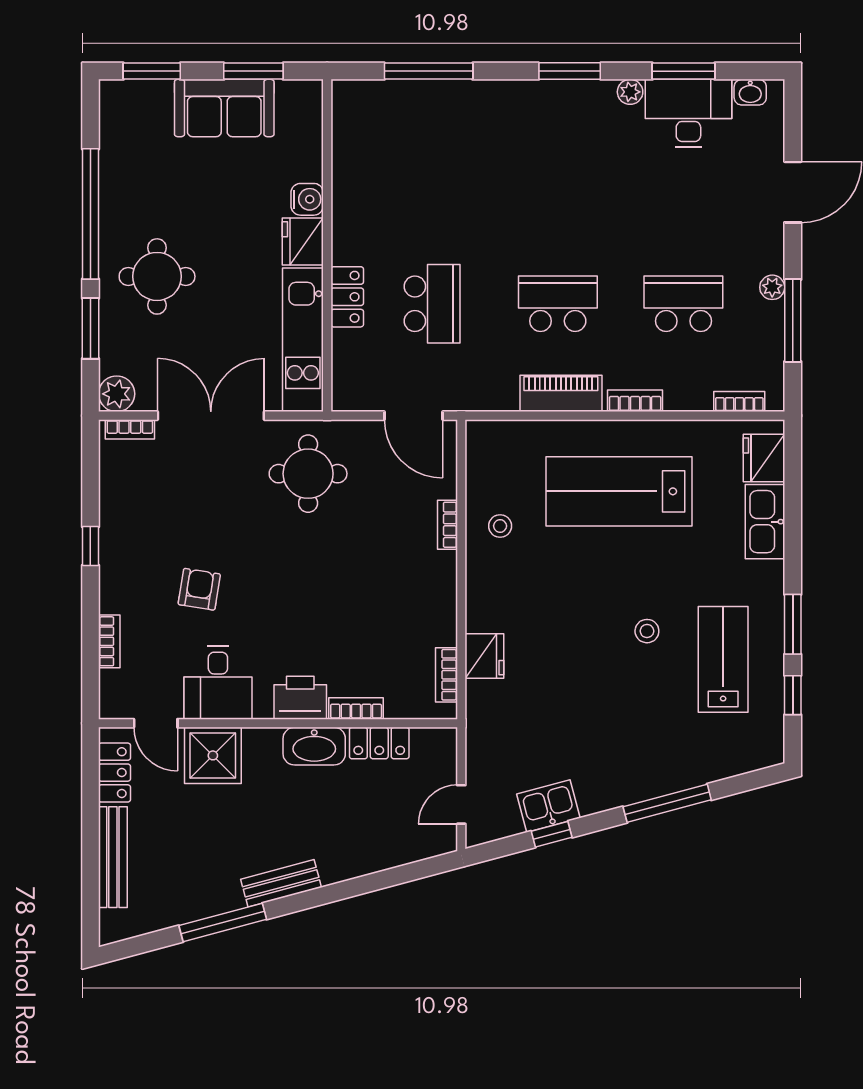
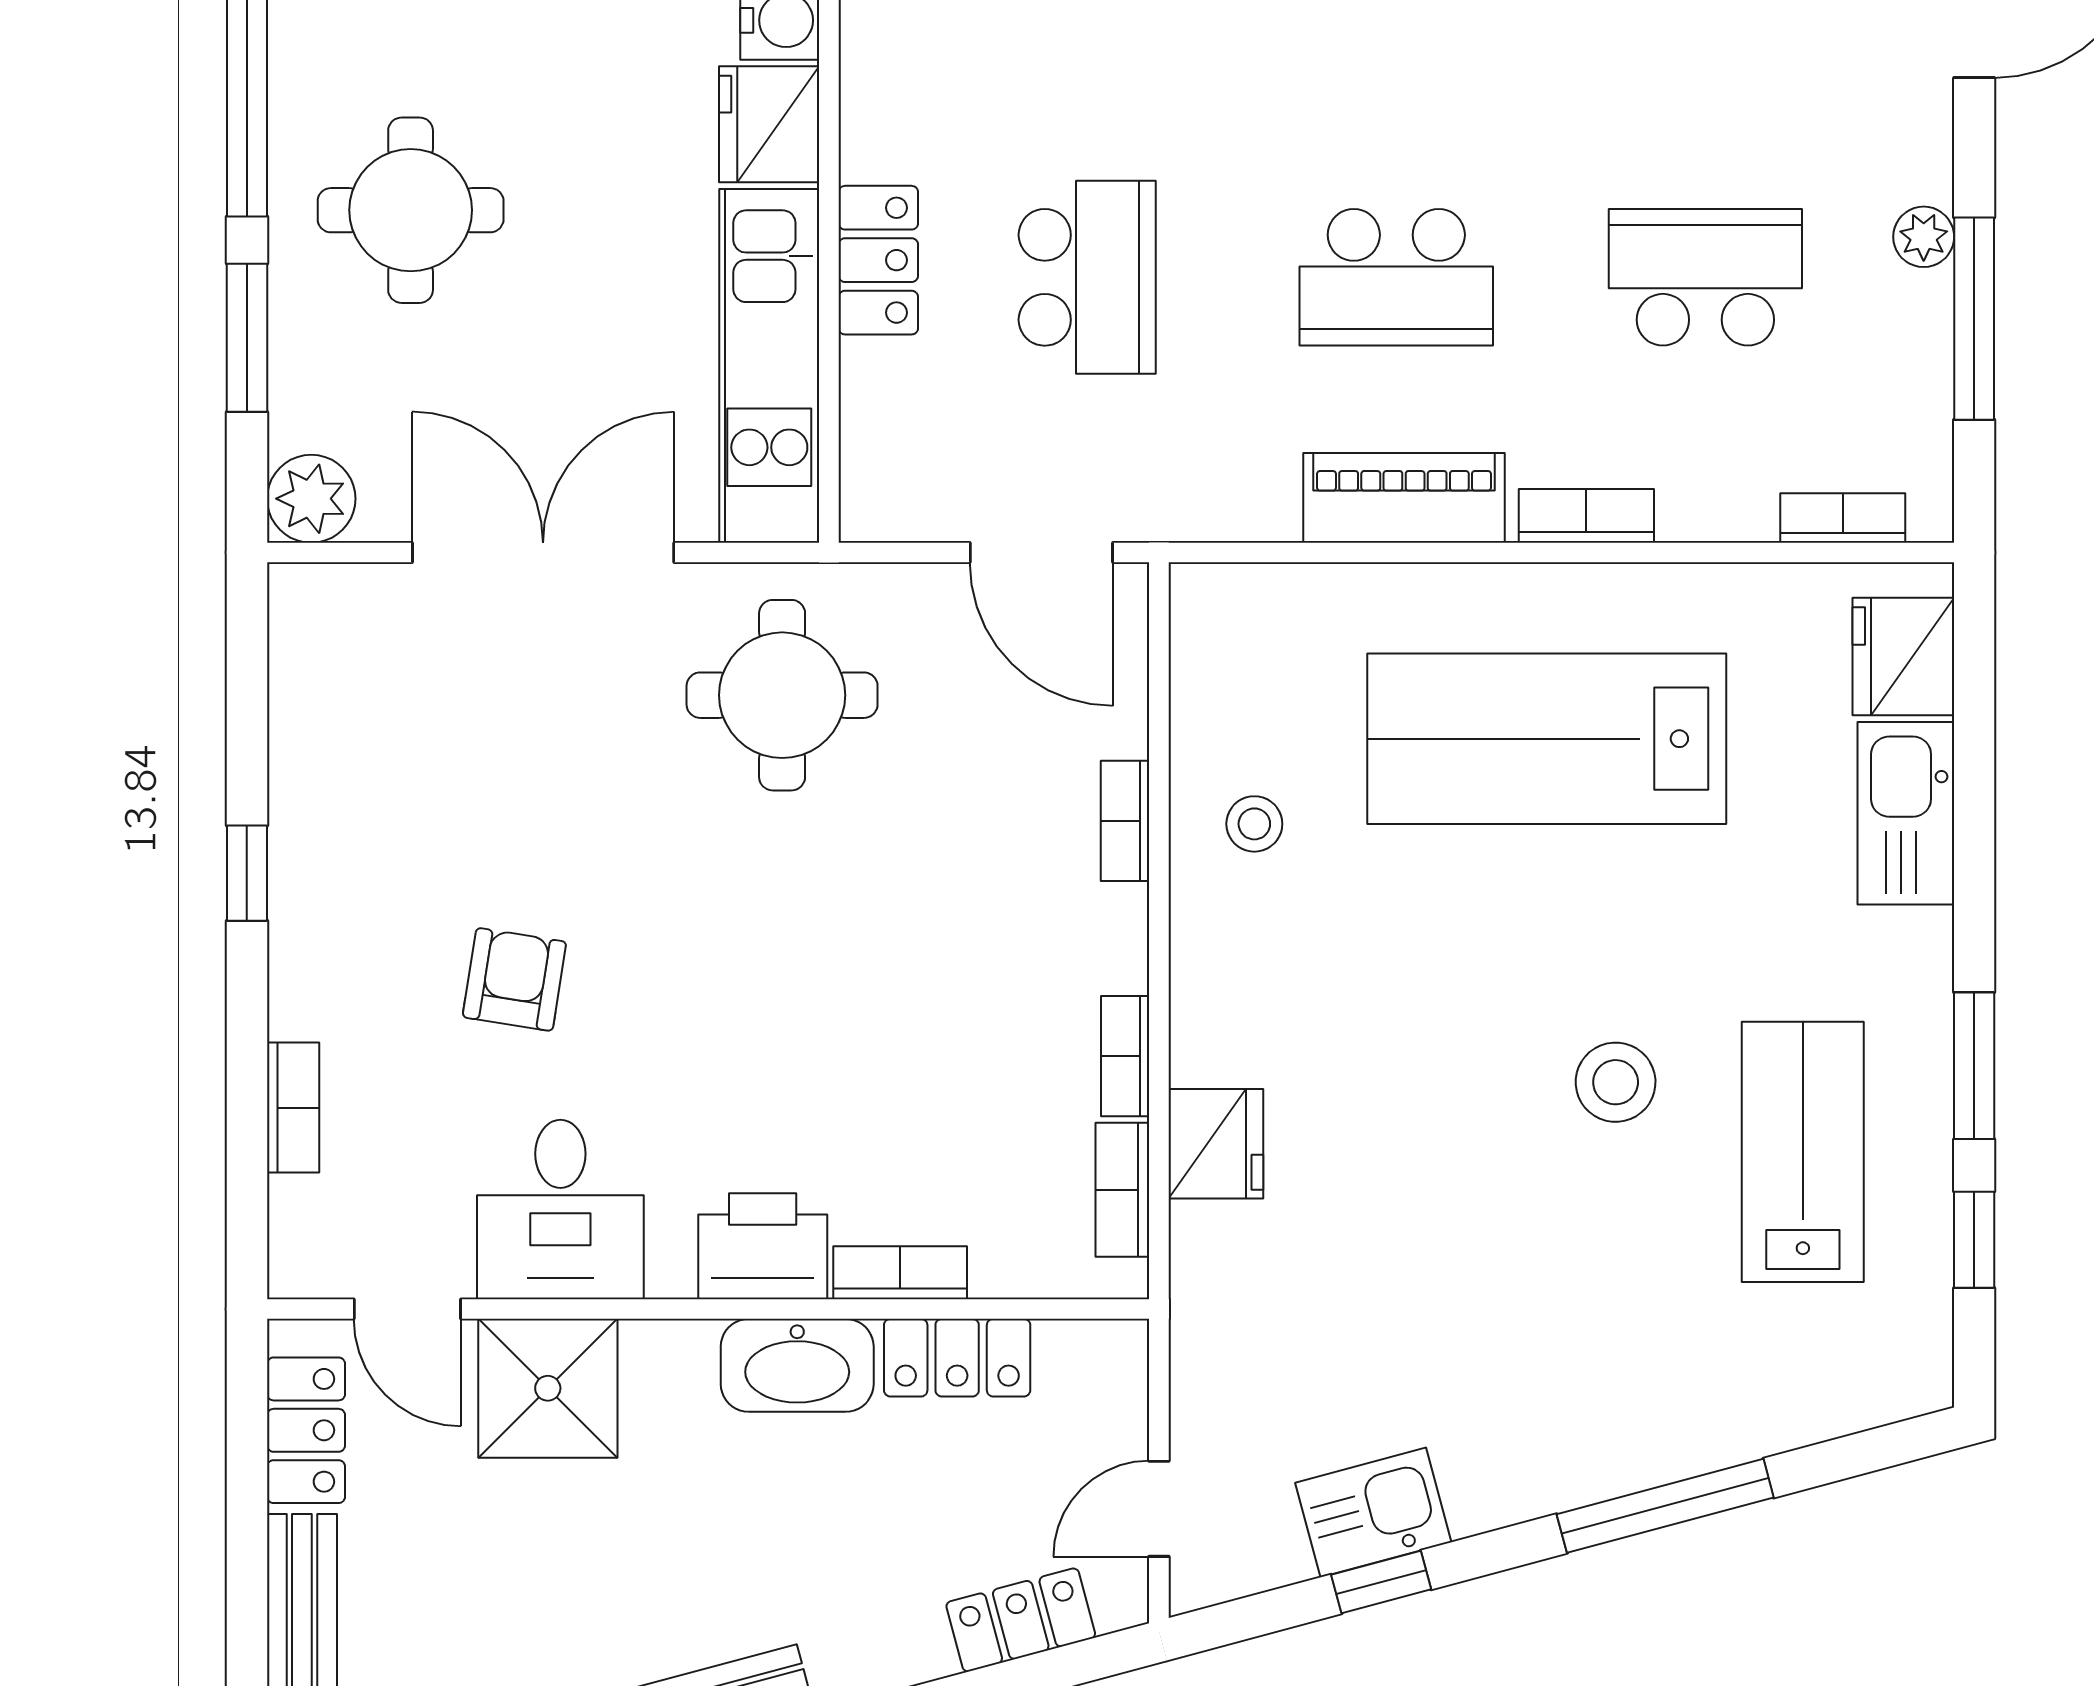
school desk: (558, 304) -> (1396, 277), turned 180
bookcase: (130, 429) -> (1125, 1056), moved, turned 90
stool: (647, 631) -> (1616, 1082), width x1.37, depth x1.37
locker: (405, 850) -> (1021, 1620), added

